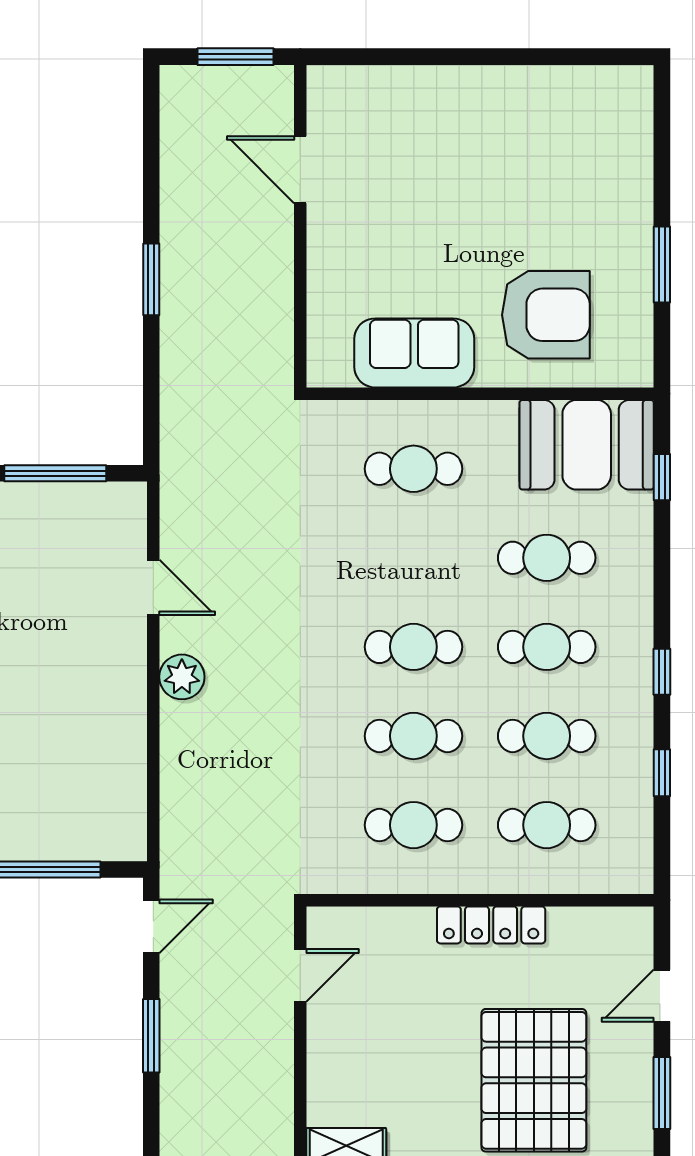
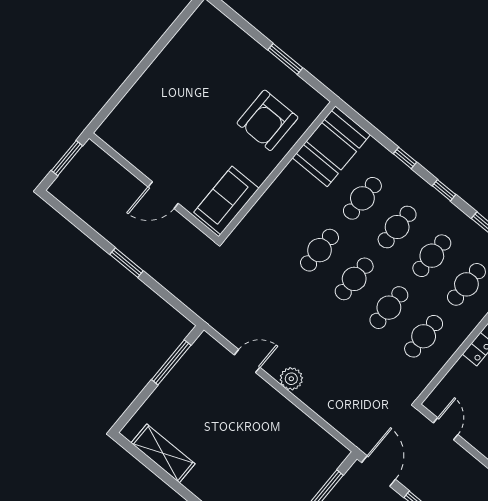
door: (300, 170) -> (163, 195), moved
armchair: (546, 315) -> (267, 120), turned 180
sofa: (414, 353) -> (226, 200), moved
cafe table: (413, 469) -> (319, 250), moved
window: (662, 477) -> (405, 158), moved
door: (151, 926) -> (379, 471), width x1.38

